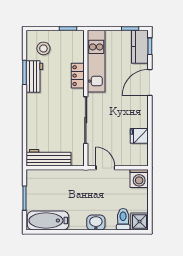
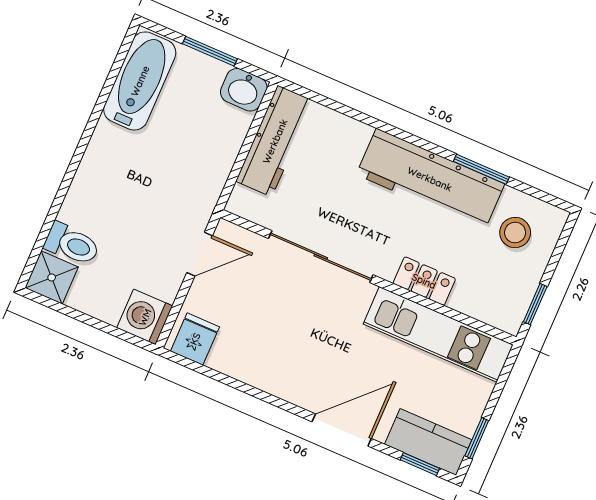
workbench: (34, 77) -> (430, 179), width x1.88, depth x1.32
door: (150, 83) -> (342, 430), hinge flipped
fridge: (139, 136) -> (195, 339), moved
washbasin: (96, 223) -> (244, 90), moved, turned 90

